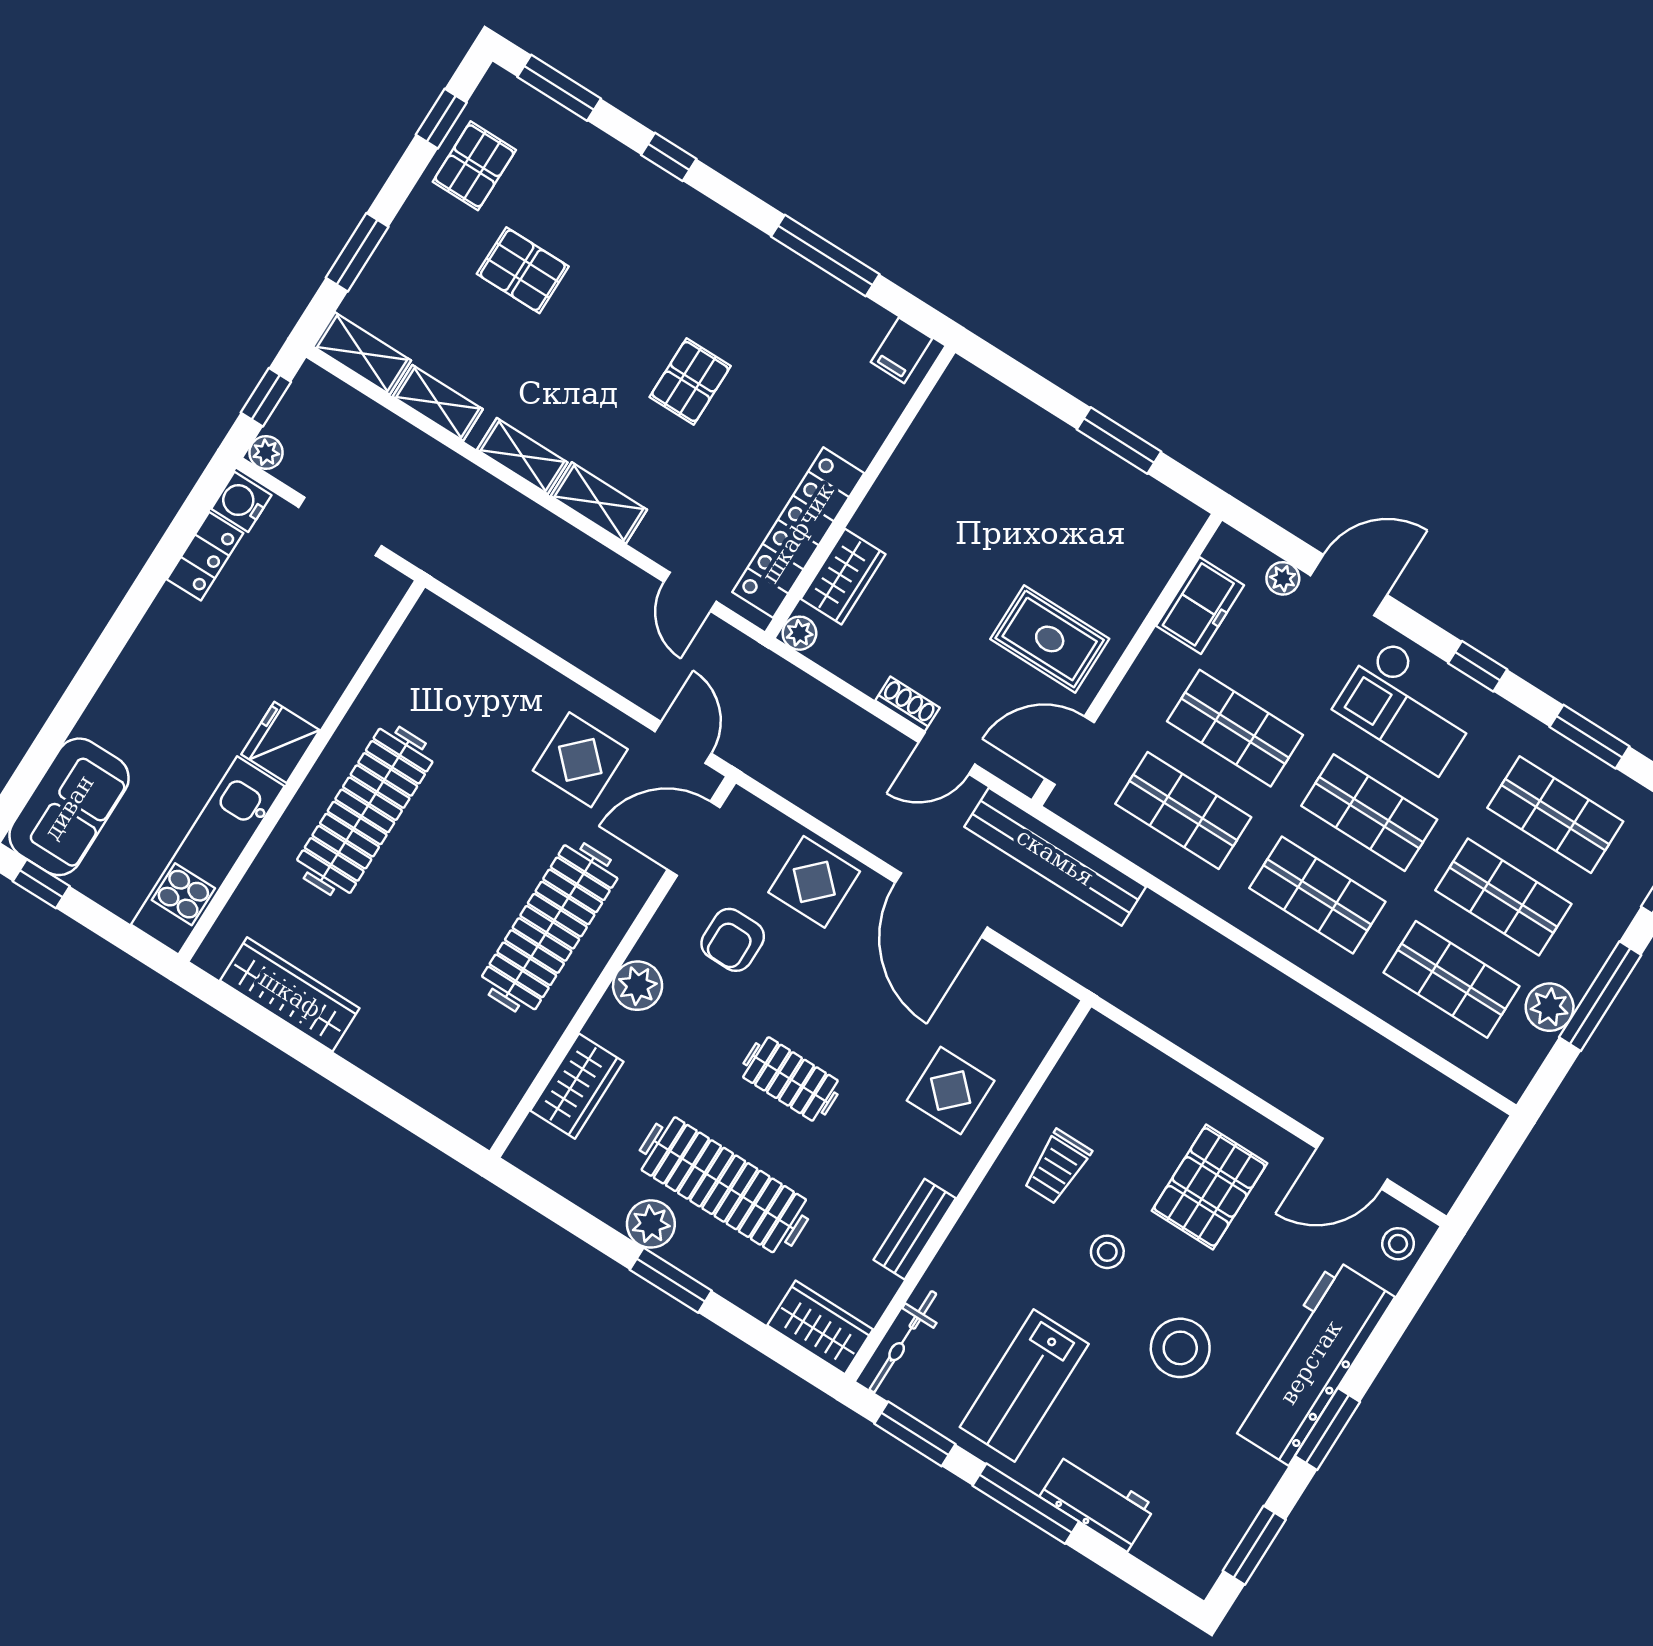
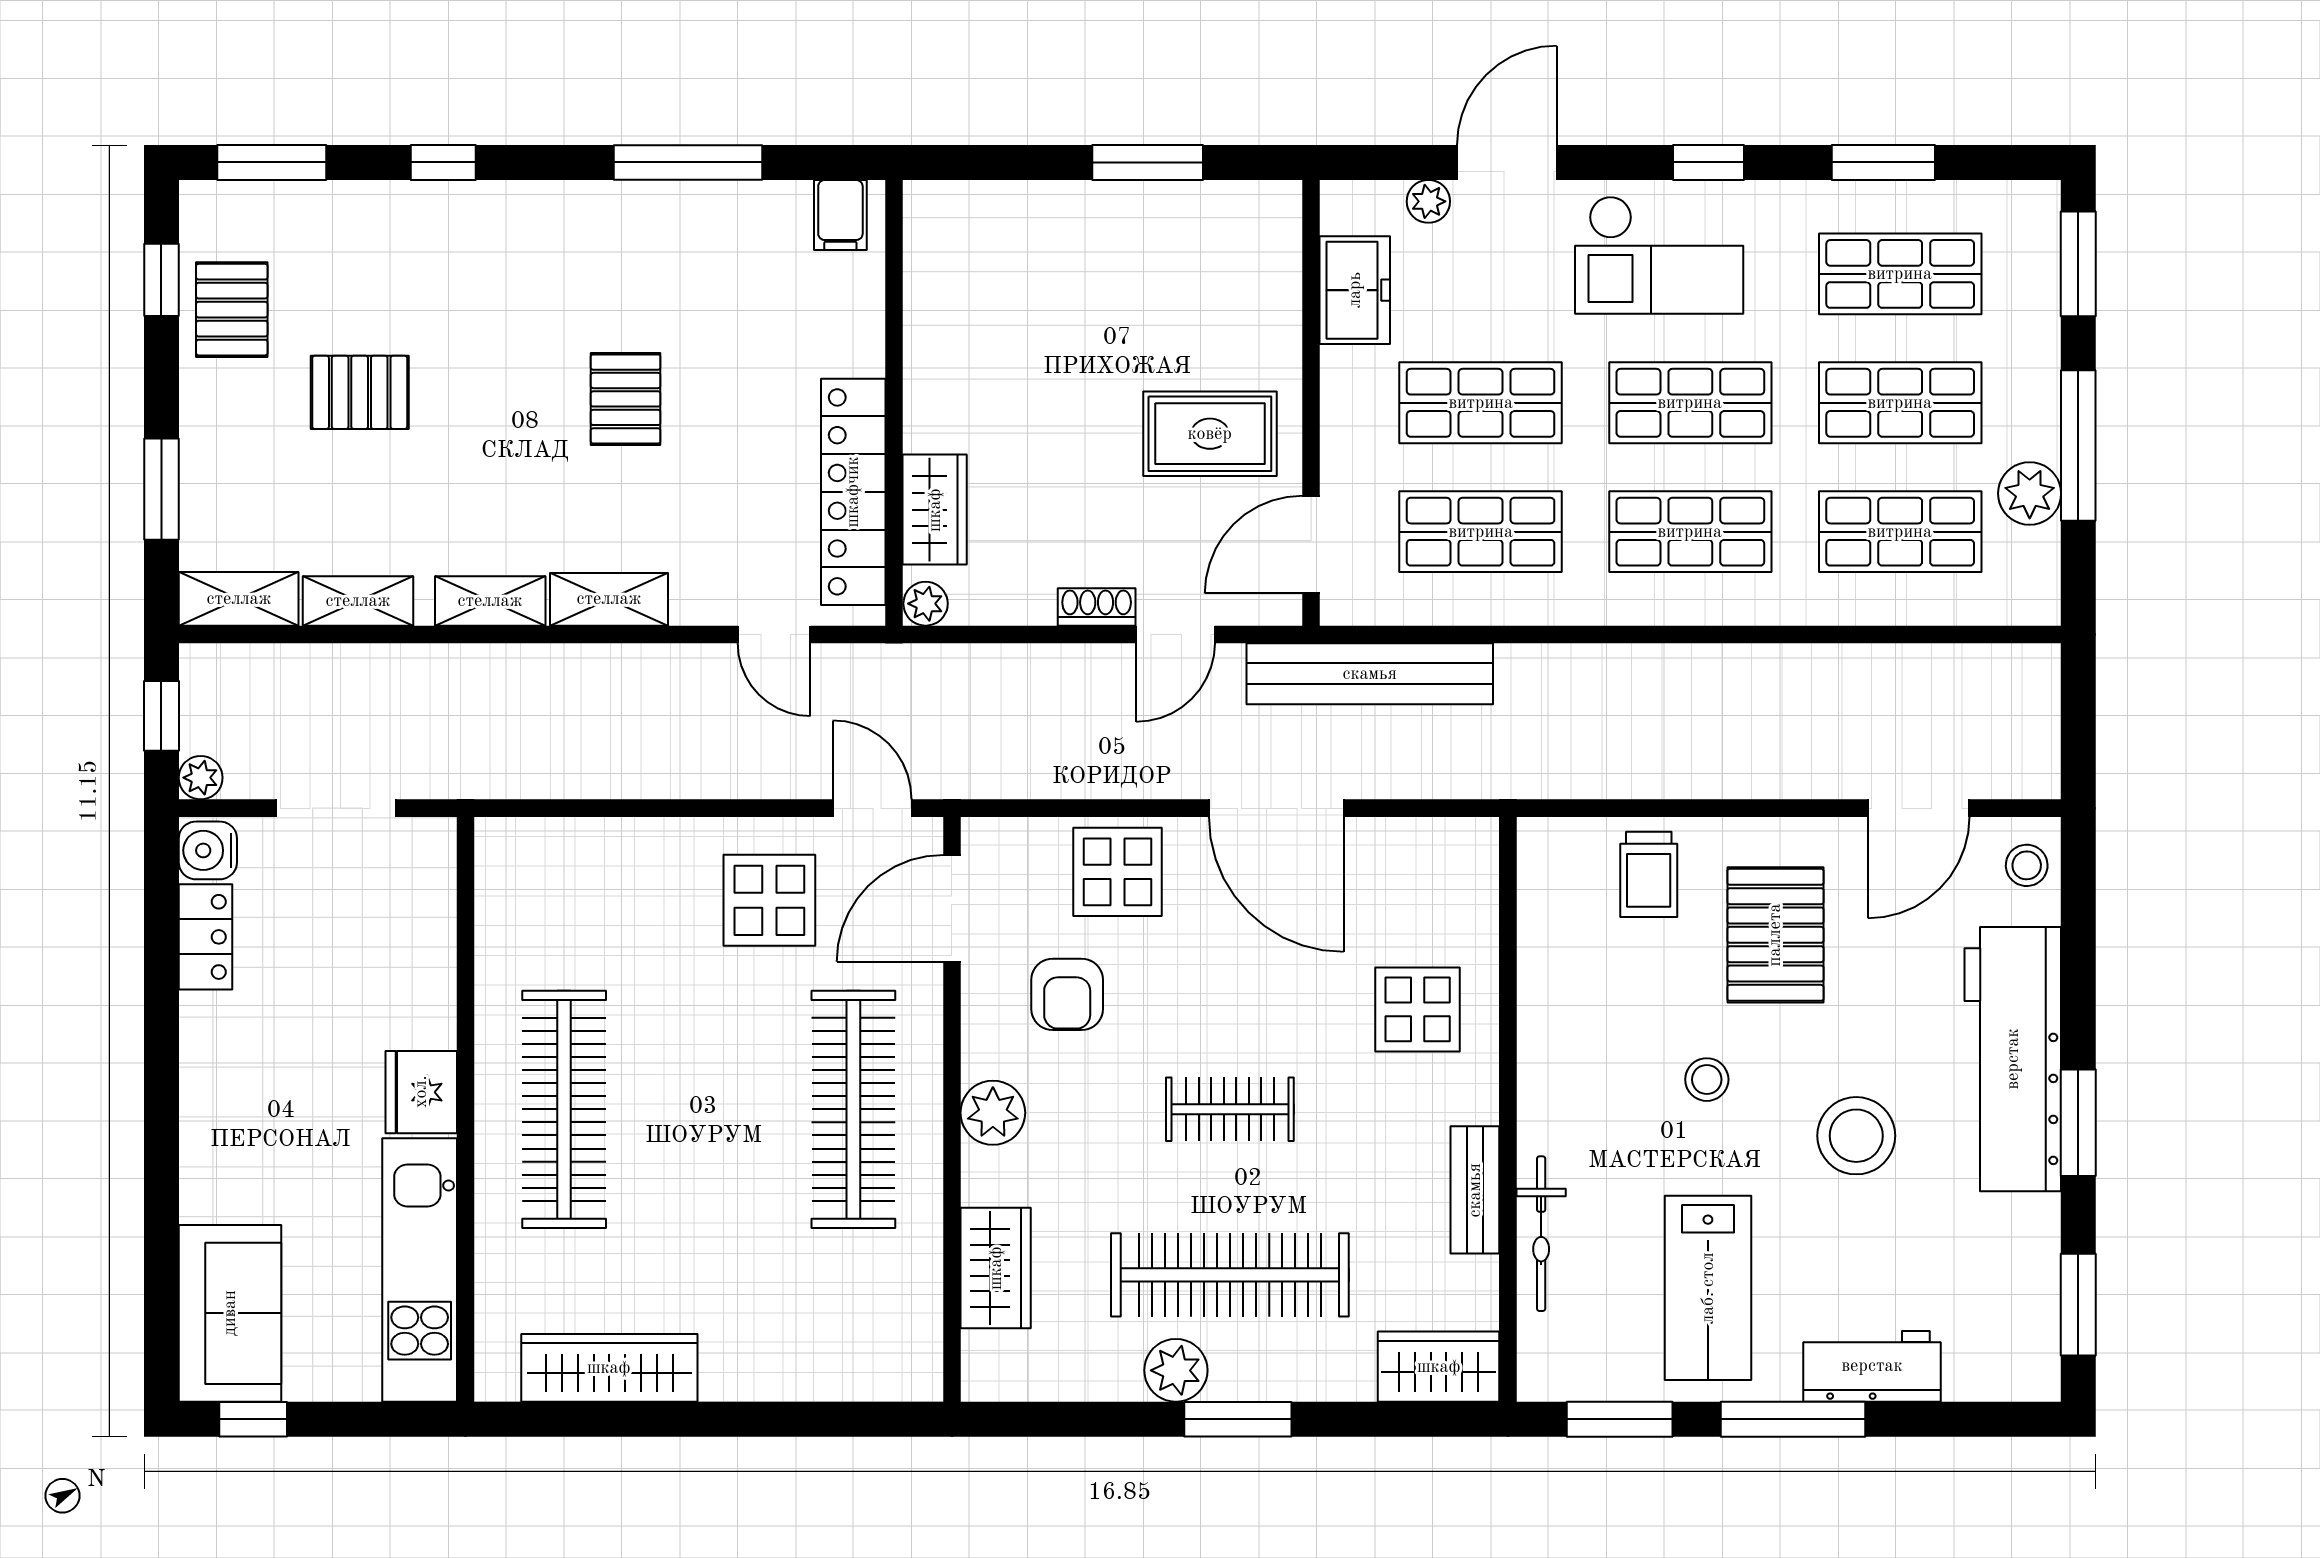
trolley: (1057, 1167) -> (1649, 874), moved
bicycle: (903, 1342) -> (1541, 1234), moved

